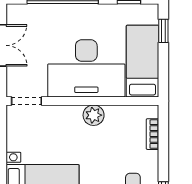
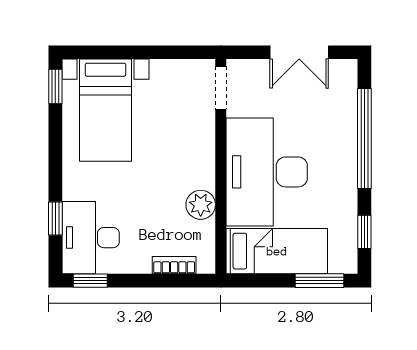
window: (163, 31) -> (319, 281), width x1.50
plant: (94, 115) -> (201, 205), moved

